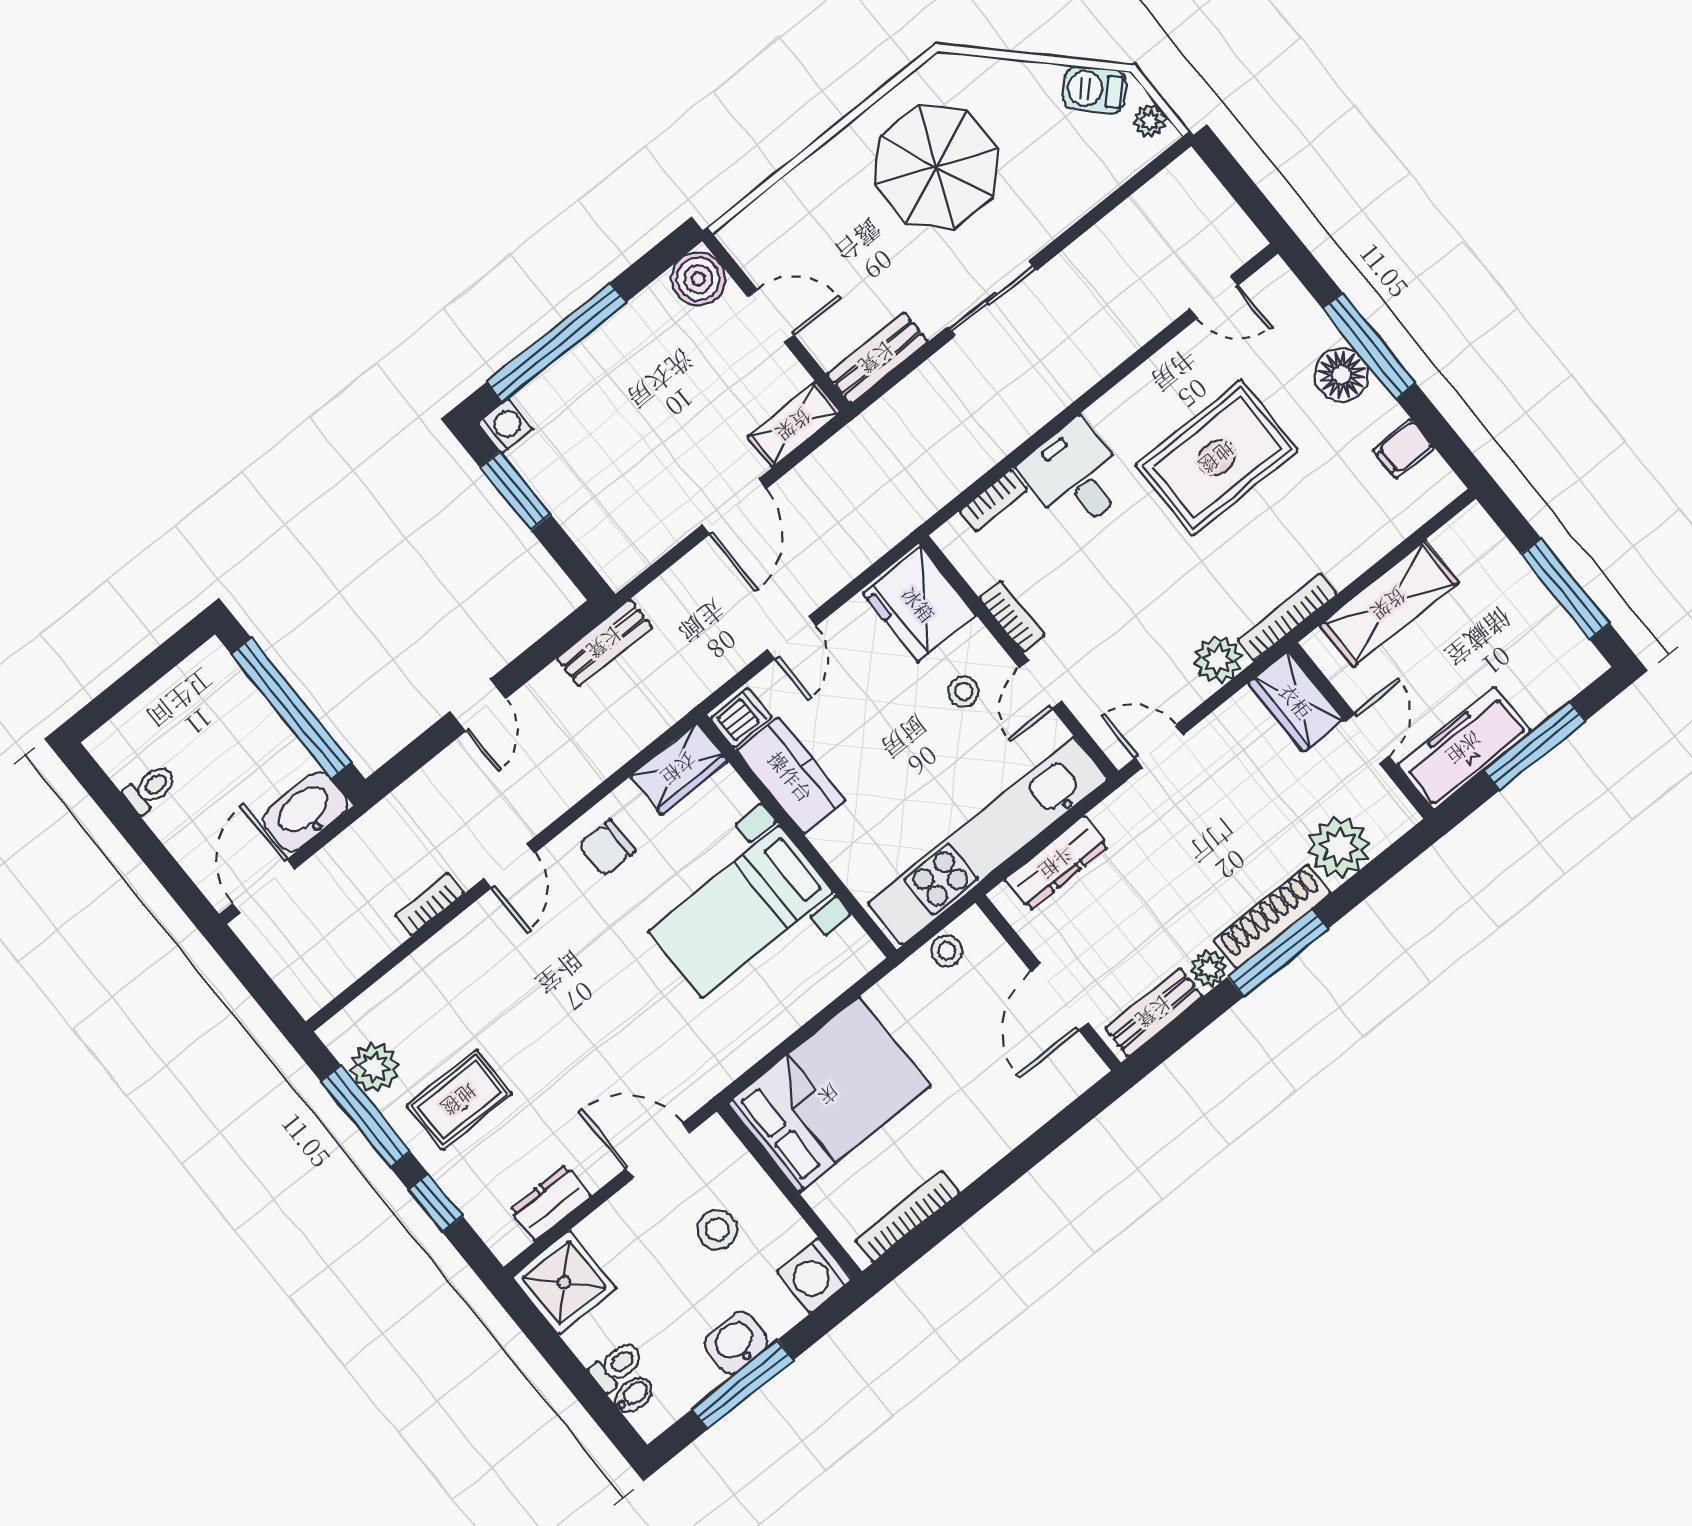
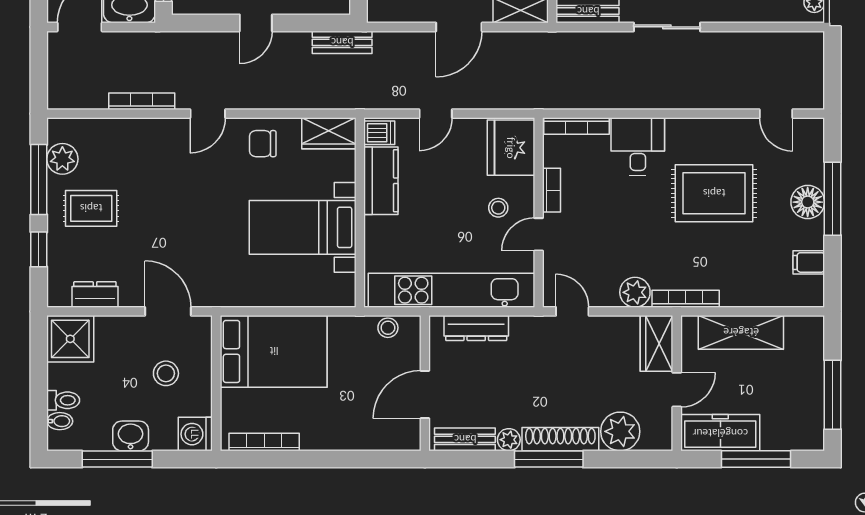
bookcase: (993, 500) -> (576, 126), width x1.56
bookcase: (430, 904) -> (142, 101), width x1.56

